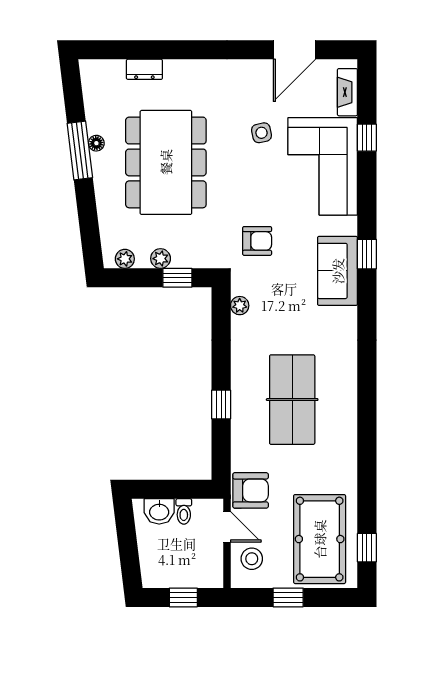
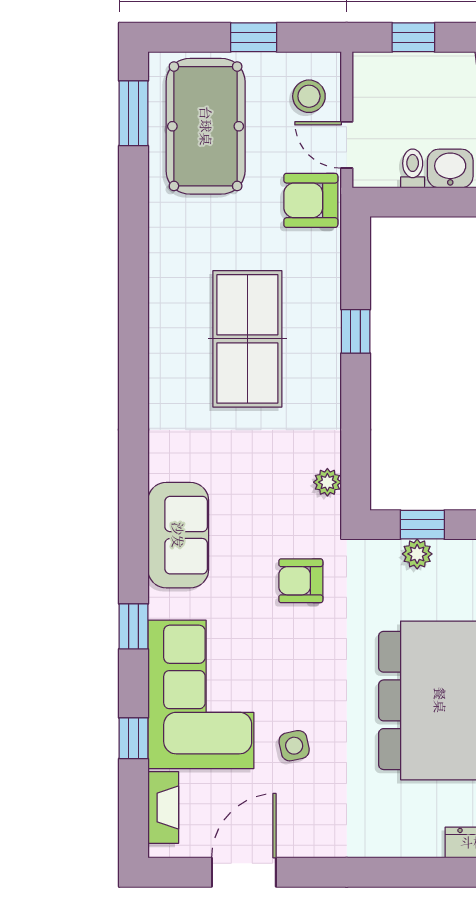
window: (367, 254) -> (133, 626), moved
plant: (161, 259) -> (417, 554), moved
window: (367, 548) -> (133, 113), width x1.50

